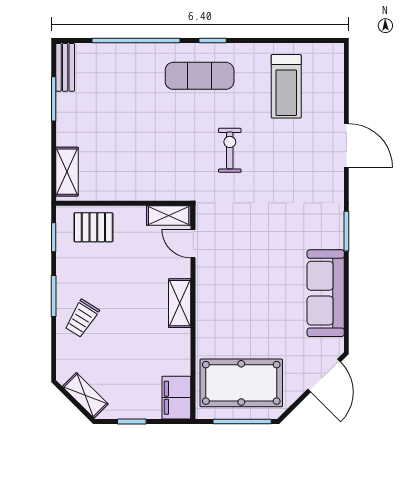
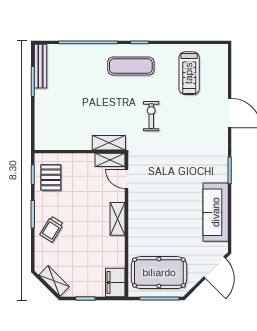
bench: (65, 67) -> (40, 66), width x1.36
shelving: (67, 172) -> (109, 143), moved, turned 90
pallet: (93, 227) -> (51, 177), moved, turned 90

